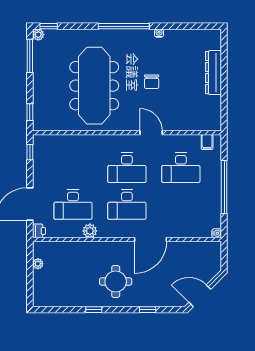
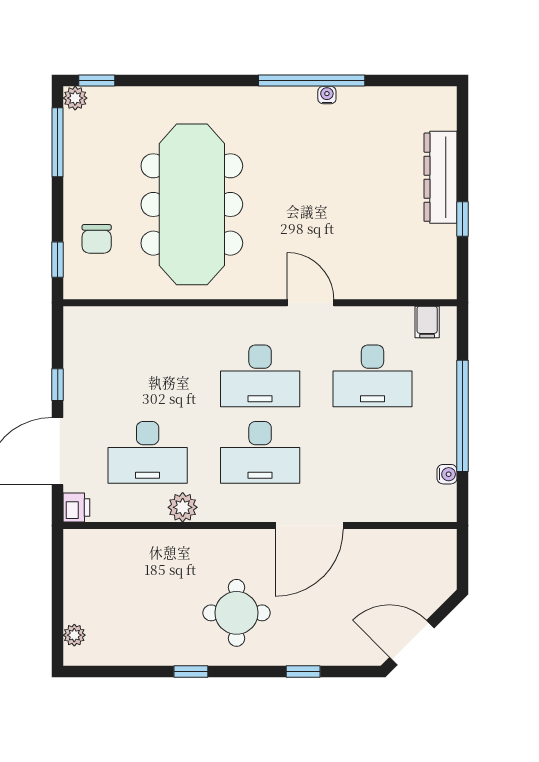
window: (124, 26) -> (312, 80), moved
chair: (152, 82) -> (97, 239), moved
window: (224, 93) -> (463, 219), added
window: (30, 152) -> (58, 385), moved
water cooler: (217, 233) -> (447, 474), moved
plant: (38, 264) -> (74, 635), moved

